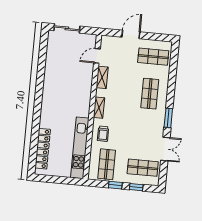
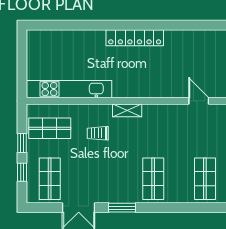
shelving: (102, 77) -> (169, 111), removed
shop shelf: (150, 94) -> (153, 179), turned 90
trolley: (103, 134) -> (98, 133), moved
locker: (43, 149) -> (135, 38), moved

